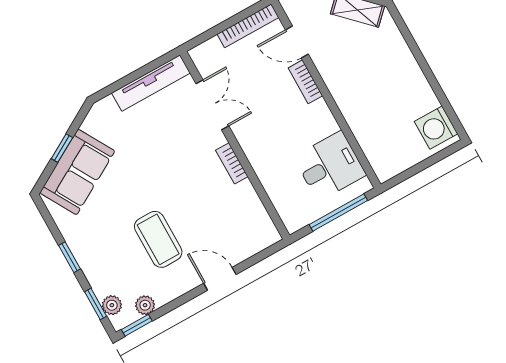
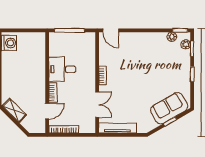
door: (297, 42) -> (47, 111), hinge flipped
double door: (212, 105) -> (97, 105), swing flipped
desk: (330, 166) -> (62, 69), moved
coffee table: (158, 239) -> (151, 61), removed
door: (220, 279) -> (111, 30), moved

